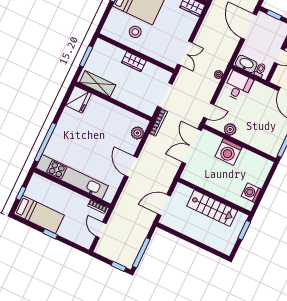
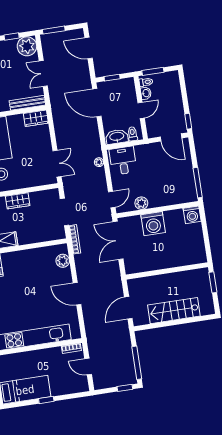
washing machine: (251, 193) -> (192, 215), moved, turned -90
stairs: (212, 208) -> (174, 311), moved, turned 180

